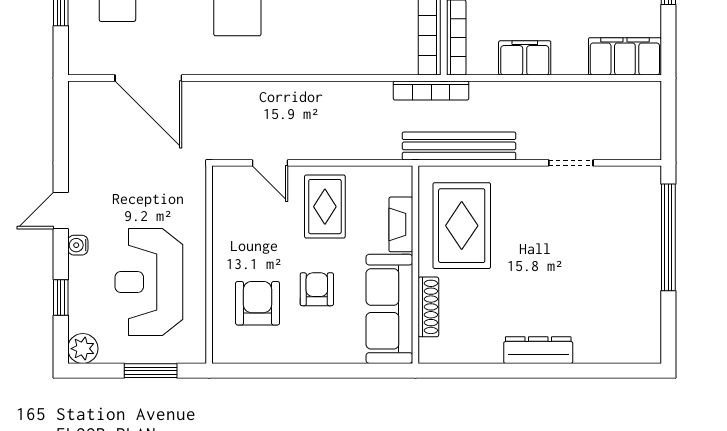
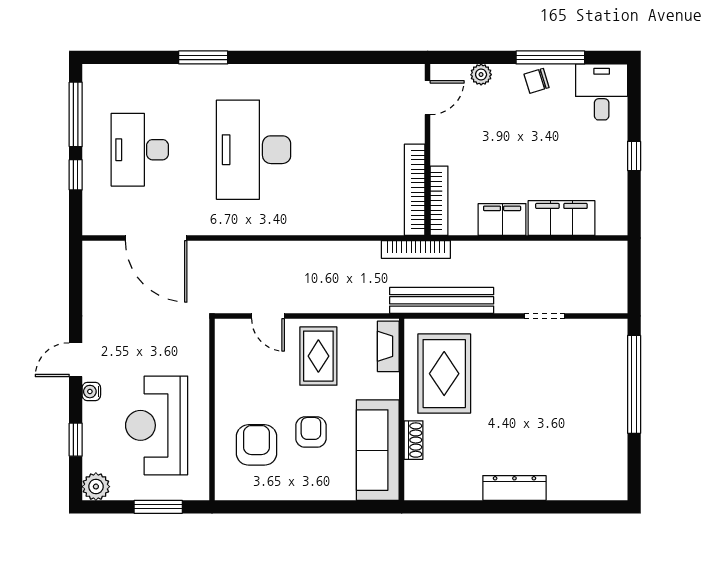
filing cabinet: (625, 56) -> (561, 218), moved
fireplace: (401, 224) -> (388, 346), moved
shoe rack: (428, 307) -> (414, 440), width x0.70

